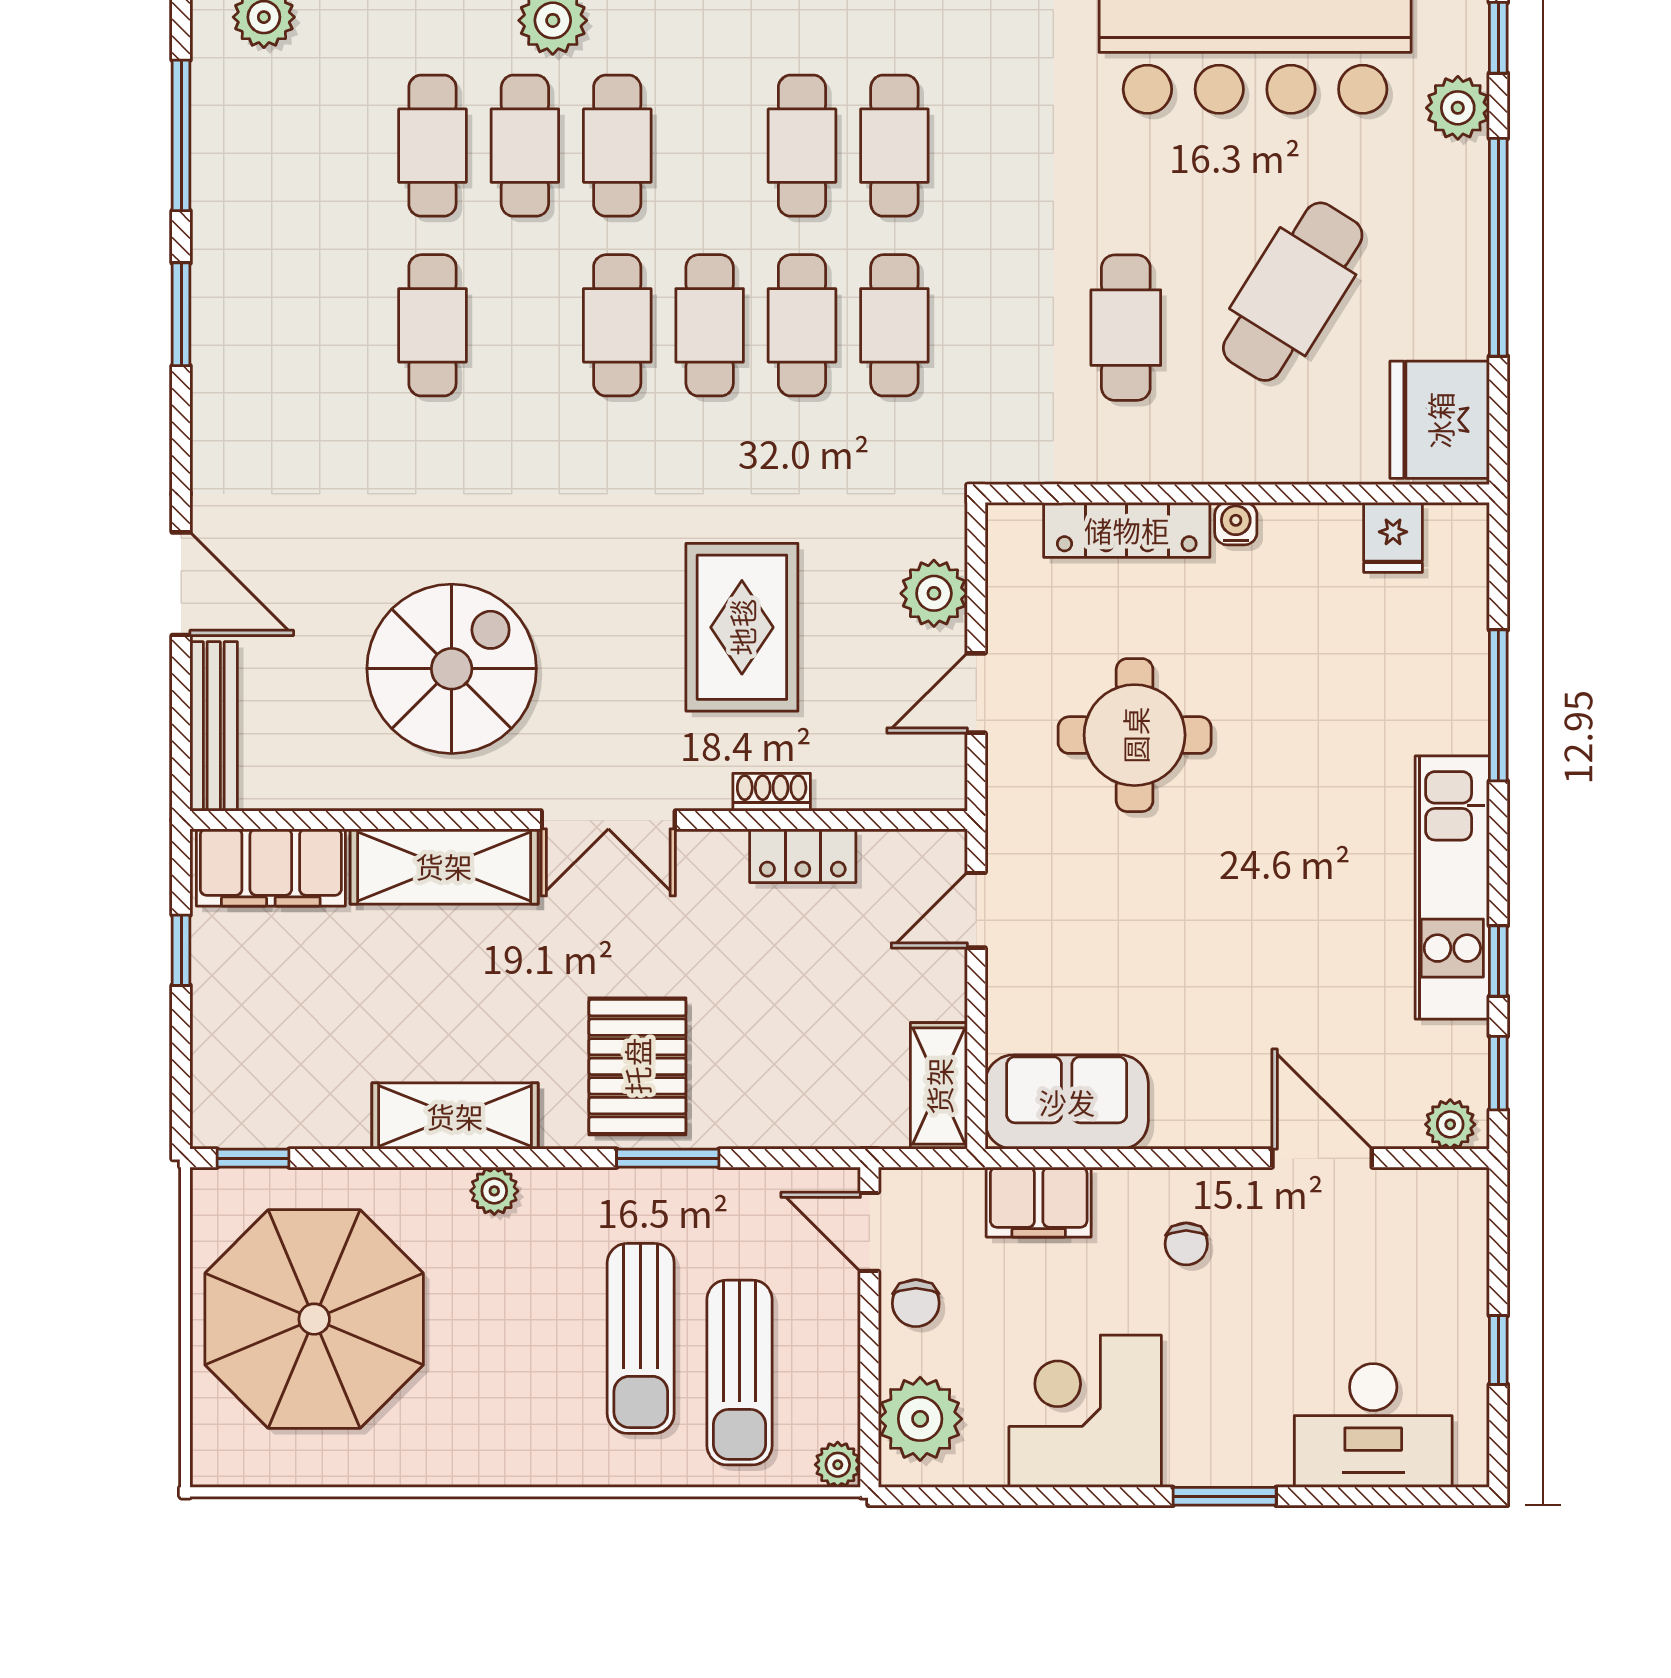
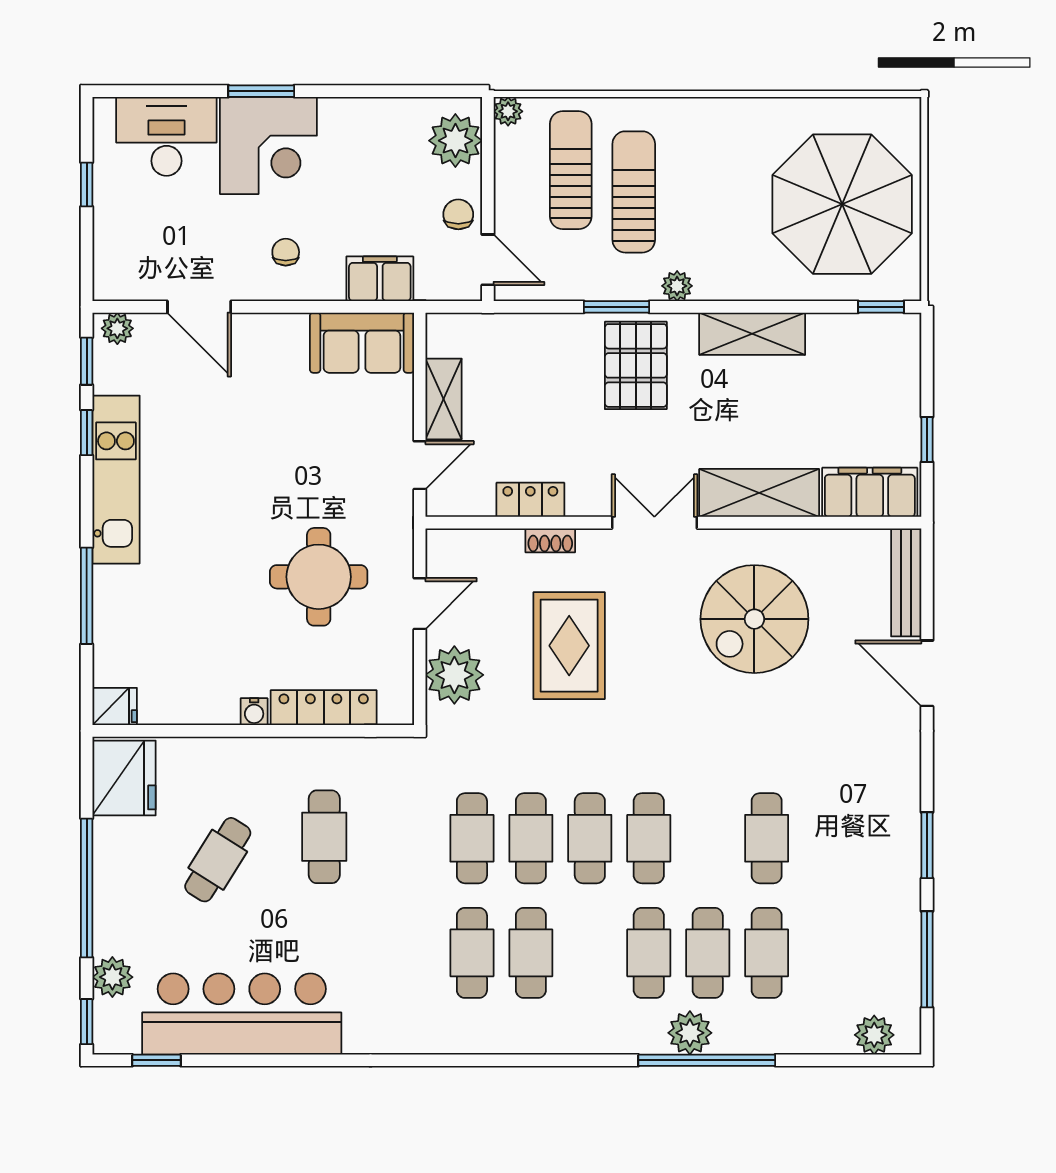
cafe table: (1293, 292) -> (218, 860), width x0.73, depth x0.74
fridge: (1393, 537) -> (115, 706), moved, turned 90
plant: (934, 593) -> (454, 675), width x1.36, depth x1.36
shelving: (939, 1086) -> (444, 399), moved
plant: (494, 1191) -> (677, 286), moved
corner desk: (1085, 1411) -> (268, 145), moved

